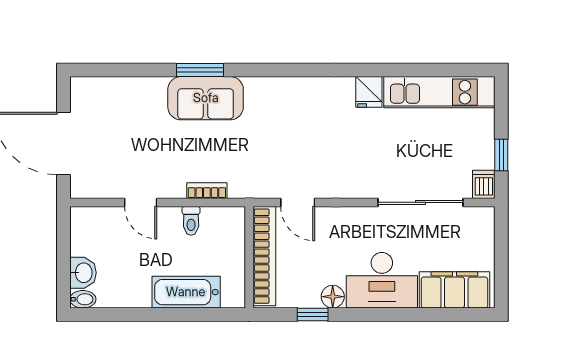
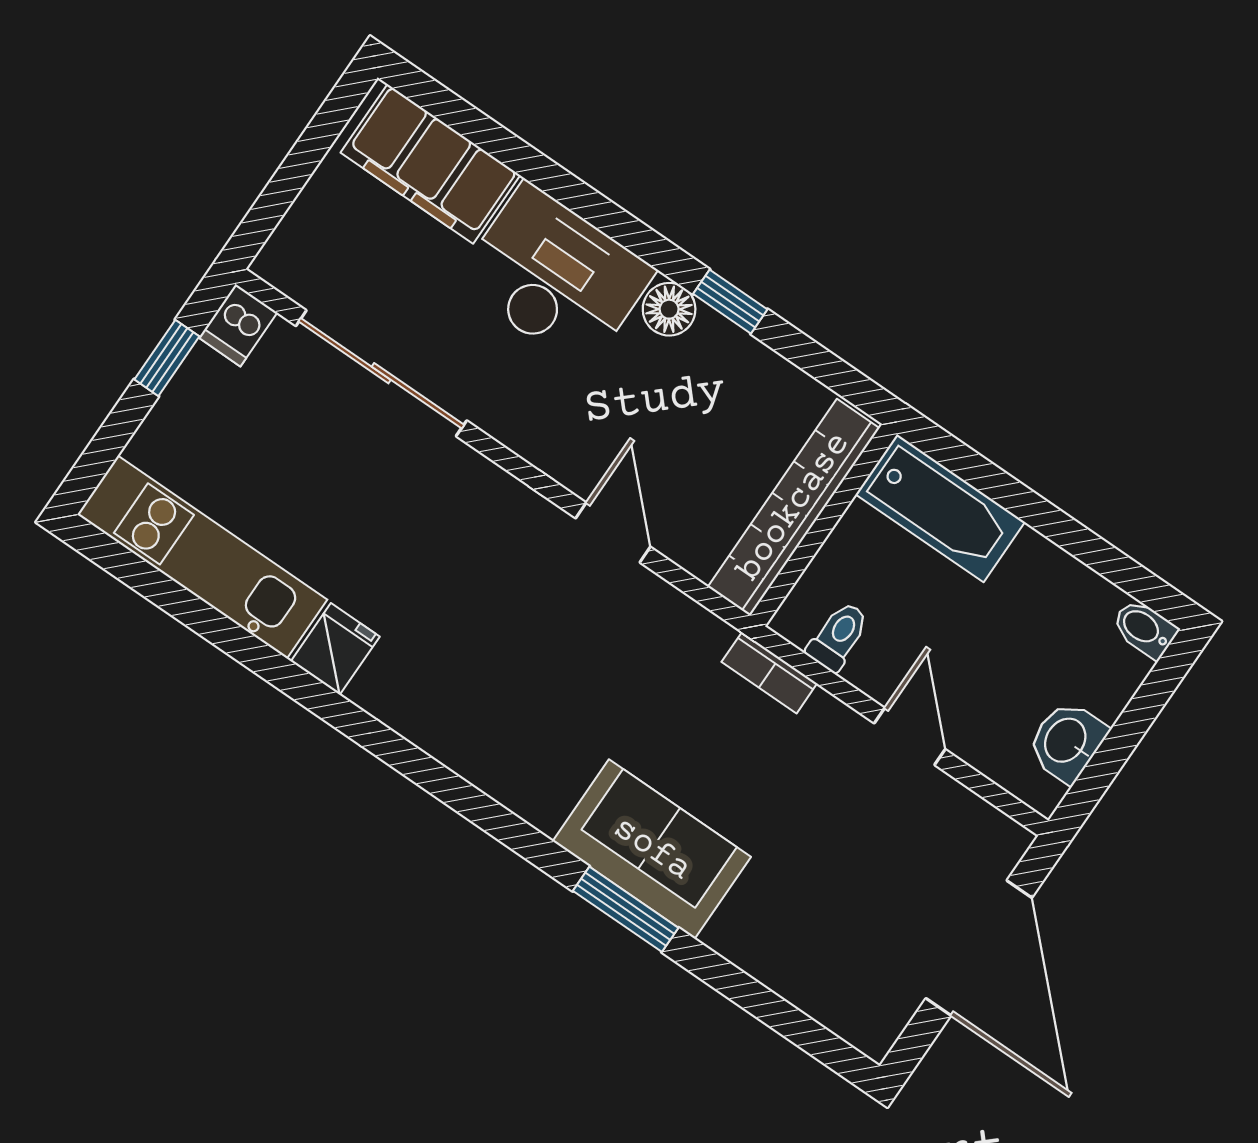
bookcase: (264, 256) -> (794, 507), moved
wall: (249, 257) -> (824, 525), moved
washbasin: (83, 273) -> (1067, 741), moved

